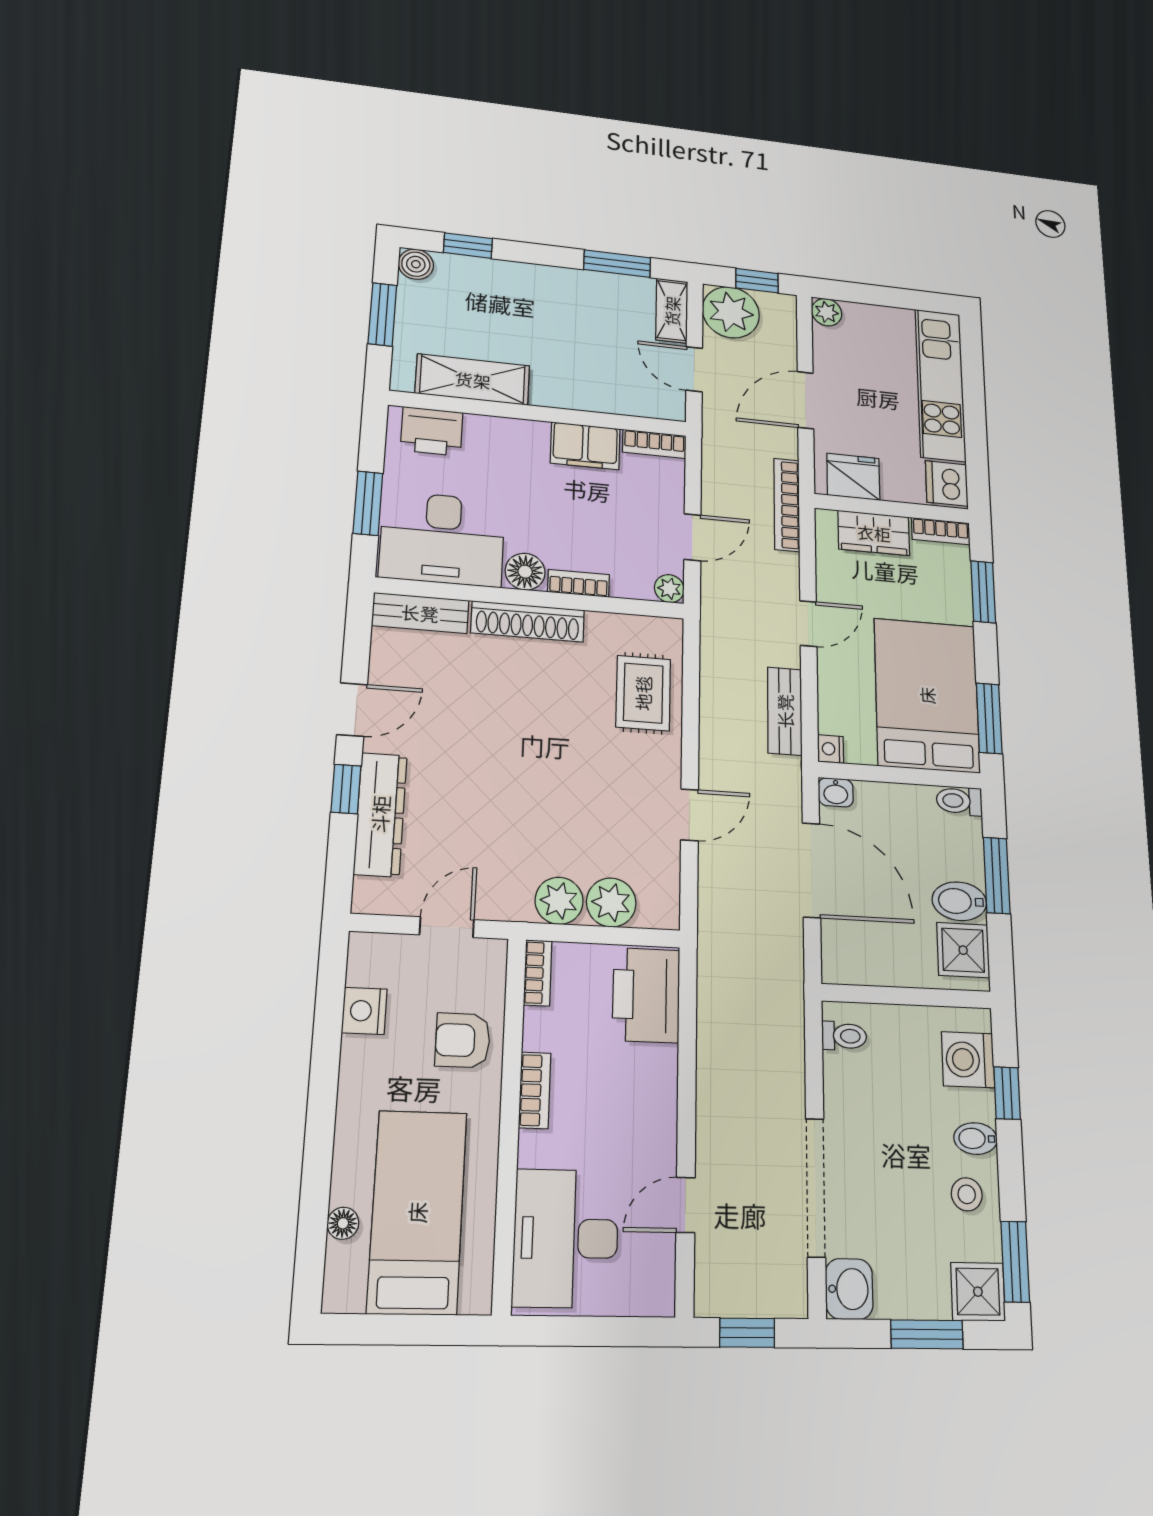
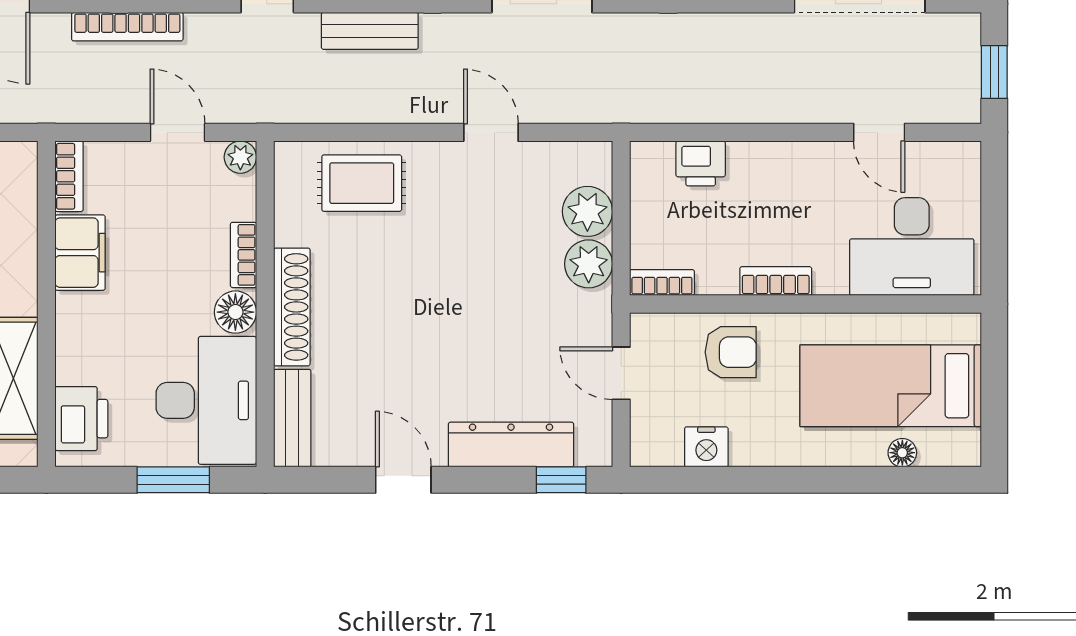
window: (346, 789) -> (561, 480), moved
printer: (646, 995) -> (701, 163), width x0.53, depth x0.68
armchair: (463, 1040) -> (731, 352), turned -90

